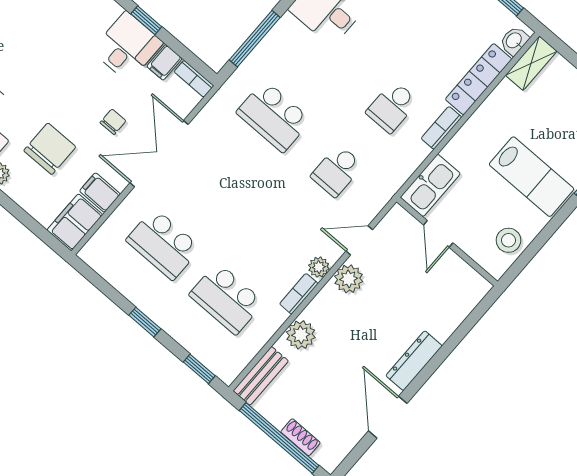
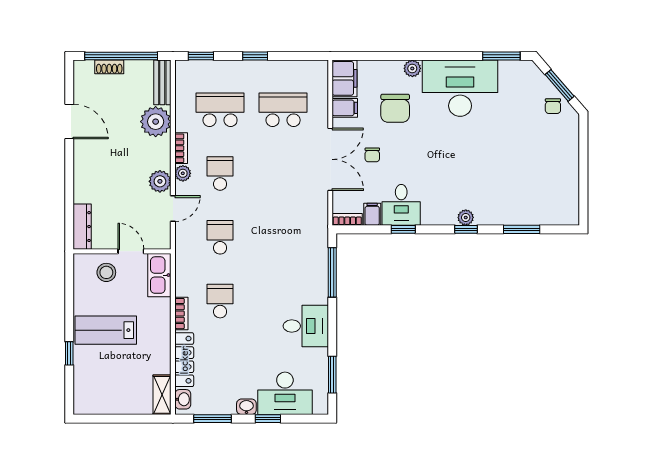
school desk: (274, 116) -> (220, 174), moved, width x0.54
stool: (508, 240) -> (106, 272), moved
plant: (301, 335) -> (156, 122), width x1.36, depth x1.36
dresser: (414, 361) -> (82, 227), moved

